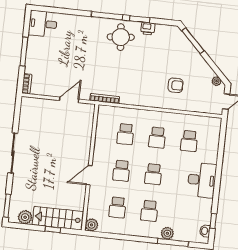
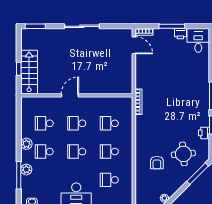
round table: (121, 37) -> (183, 154), moved
printer: (33, 43) -> (180, 34), added
door: (69, 100) -> (134, 45), moved
door: (89, 175) -> (70, 95), hinge flipped
plant: (25, 217) -> (27, 43), removed
plant: (92, 225) -> (26, 144), moved

